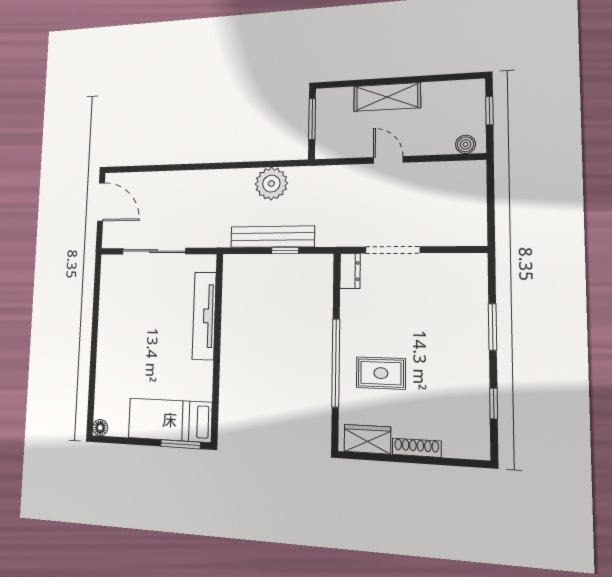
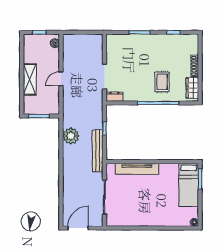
bench: (272, 237) -> (98, 151), moved

